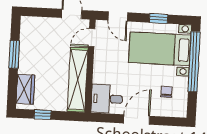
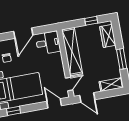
window: (159, 19) -> (14, 111), moved
shelving: (36, 24) -> (111, 85), added

